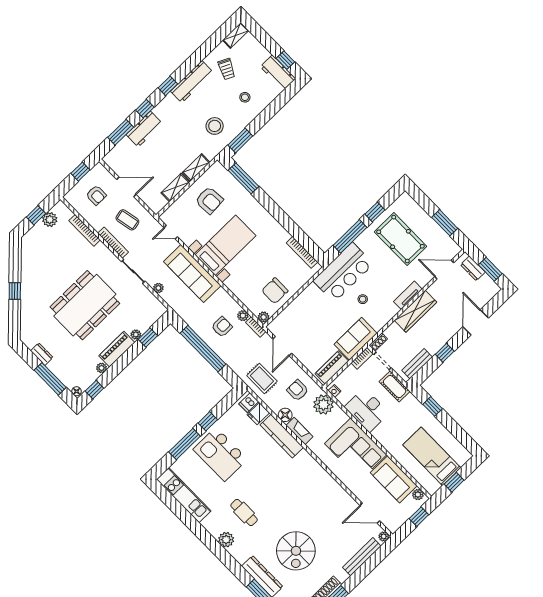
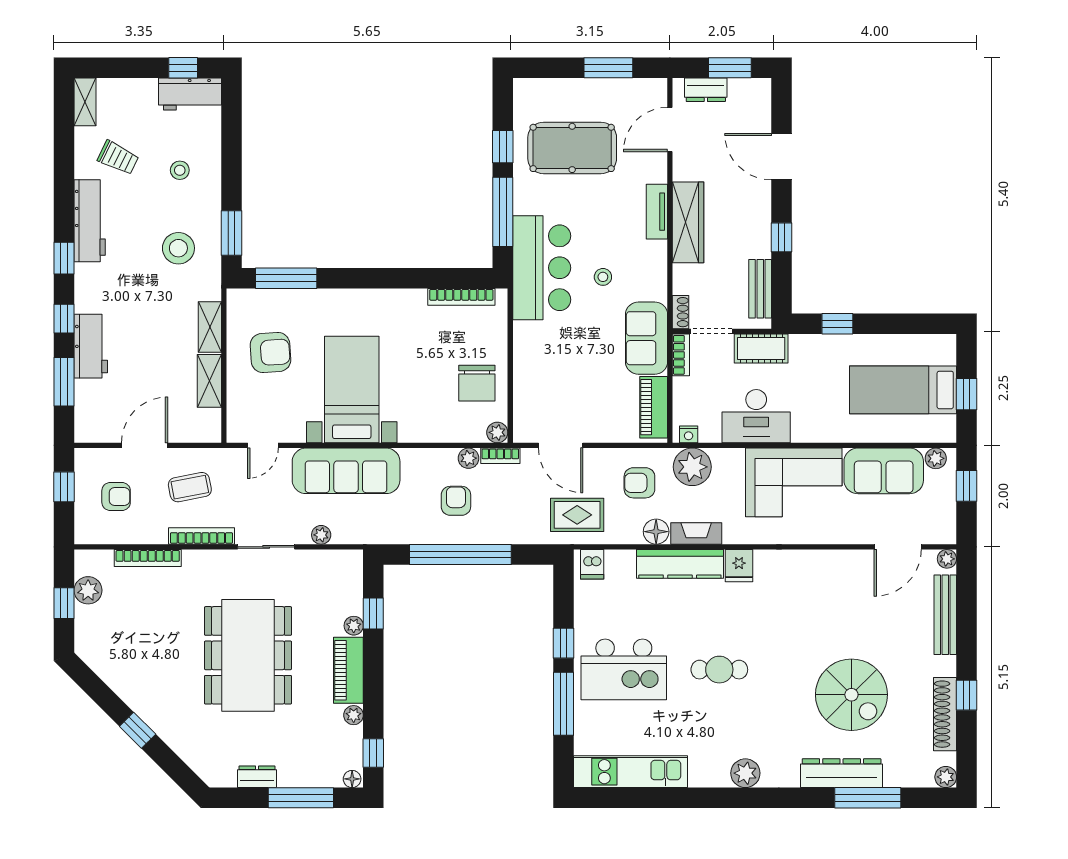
fridge: (258, 414) -> (739, 566), moved
cafe table: (244, 513) -> (719, 670), moved

